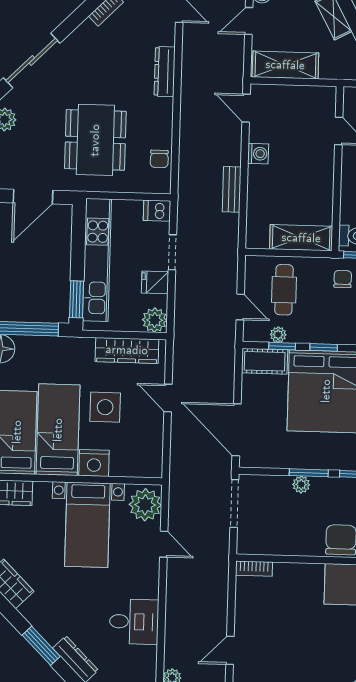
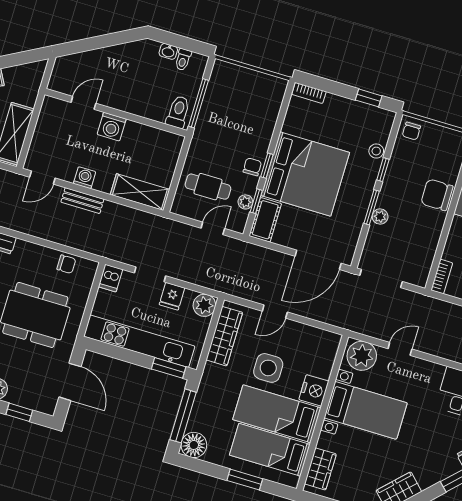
washing machine: (321, 168) -> (112, 127), added
bench: (232, 189) -> (82, 201), moved
shelving: (301, 238) -> (140, 192), moved, turned 90
chair: (343, 279) -> (252, 167), moved, turned 89

